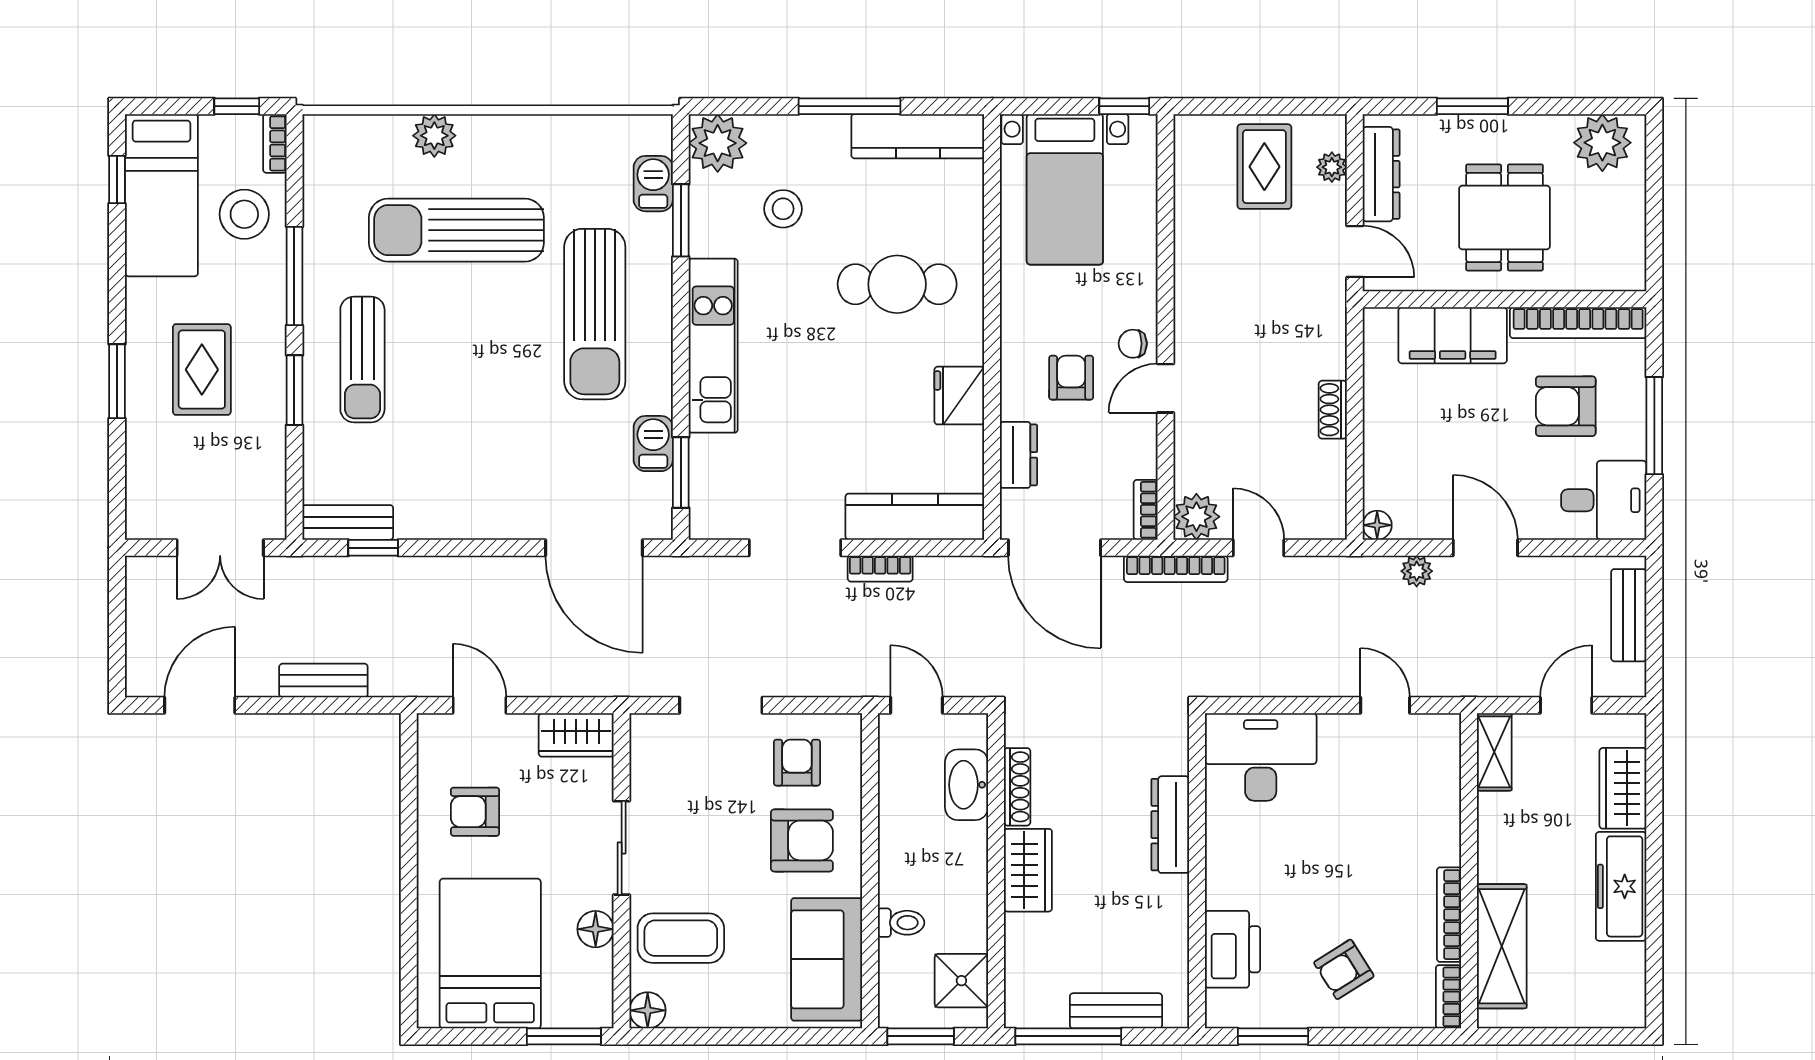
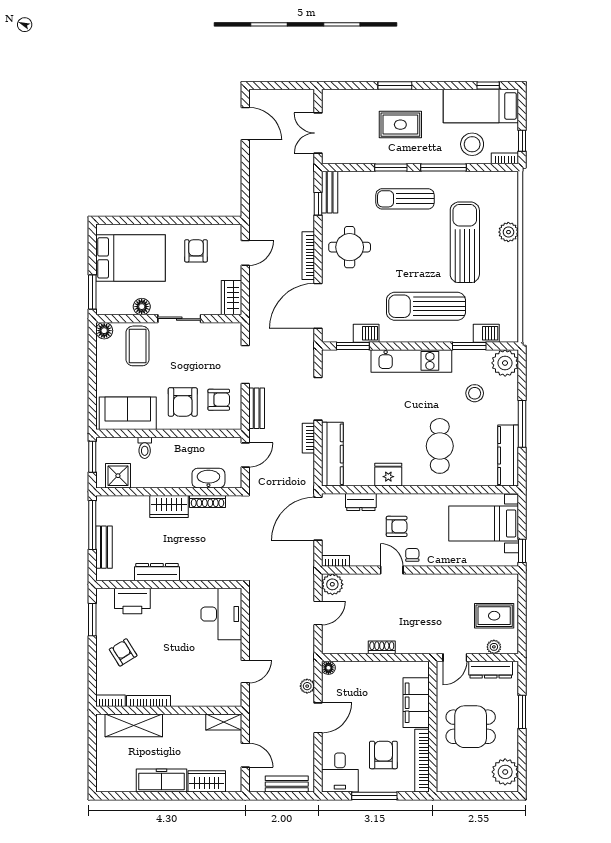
round table: (467, 479) -> (350, 247), added
bookcase: (1176, 569) -> (308, 256), moved
bench: (323, 681) -> (257, 408), moved
dresser: (1170, 825) -> (157, 572), moved

